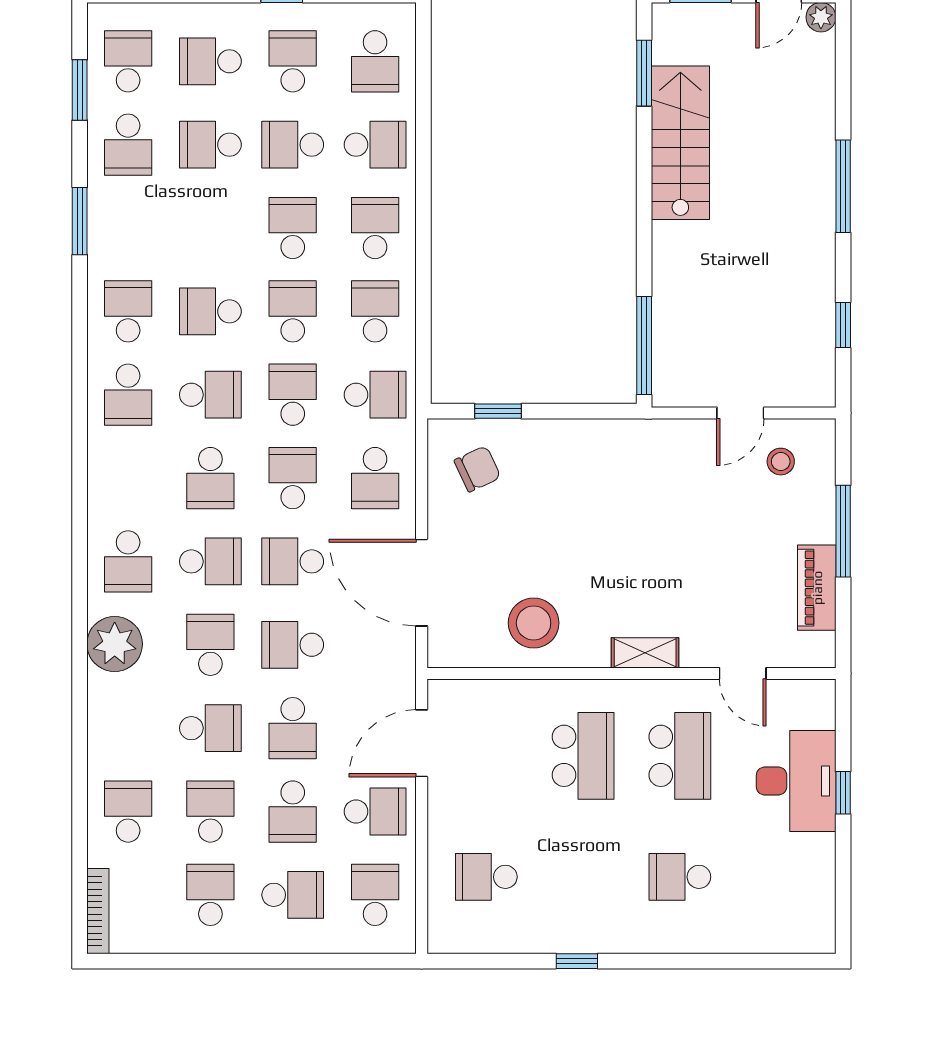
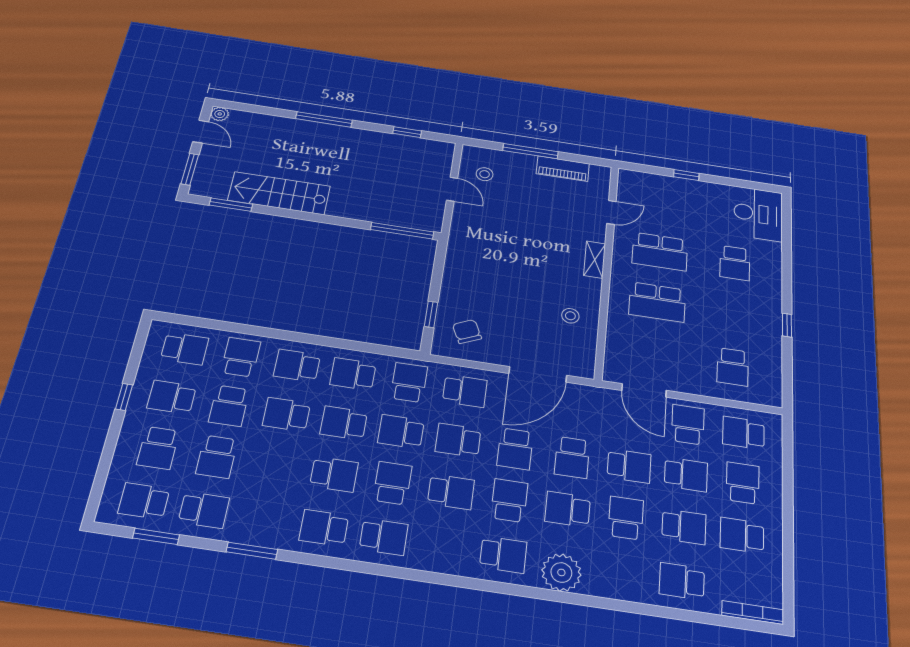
school desk: (210, 311) -> (334, 474), turned -90
stool: (534, 623) -> (570, 316), width x0.53, depth x0.53
school desk: (583, 756) -> (657, 302), turned 180
school desk: (680, 756) -> (660, 252), turned 180
desk: (796, 781) -> (758, 214), moved, turned 90
school desk: (210, 812) -> (684, 527), turned 180

